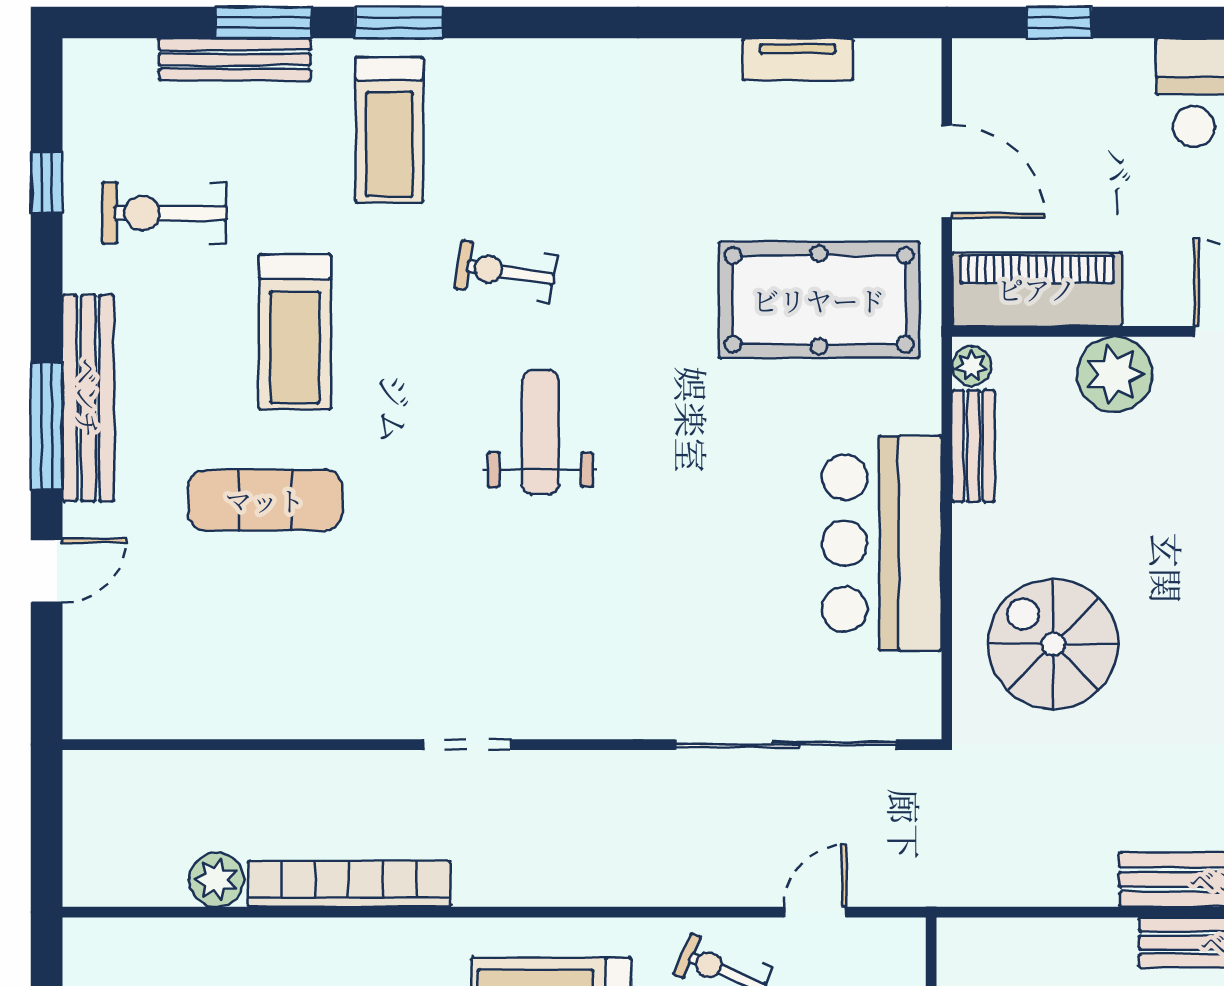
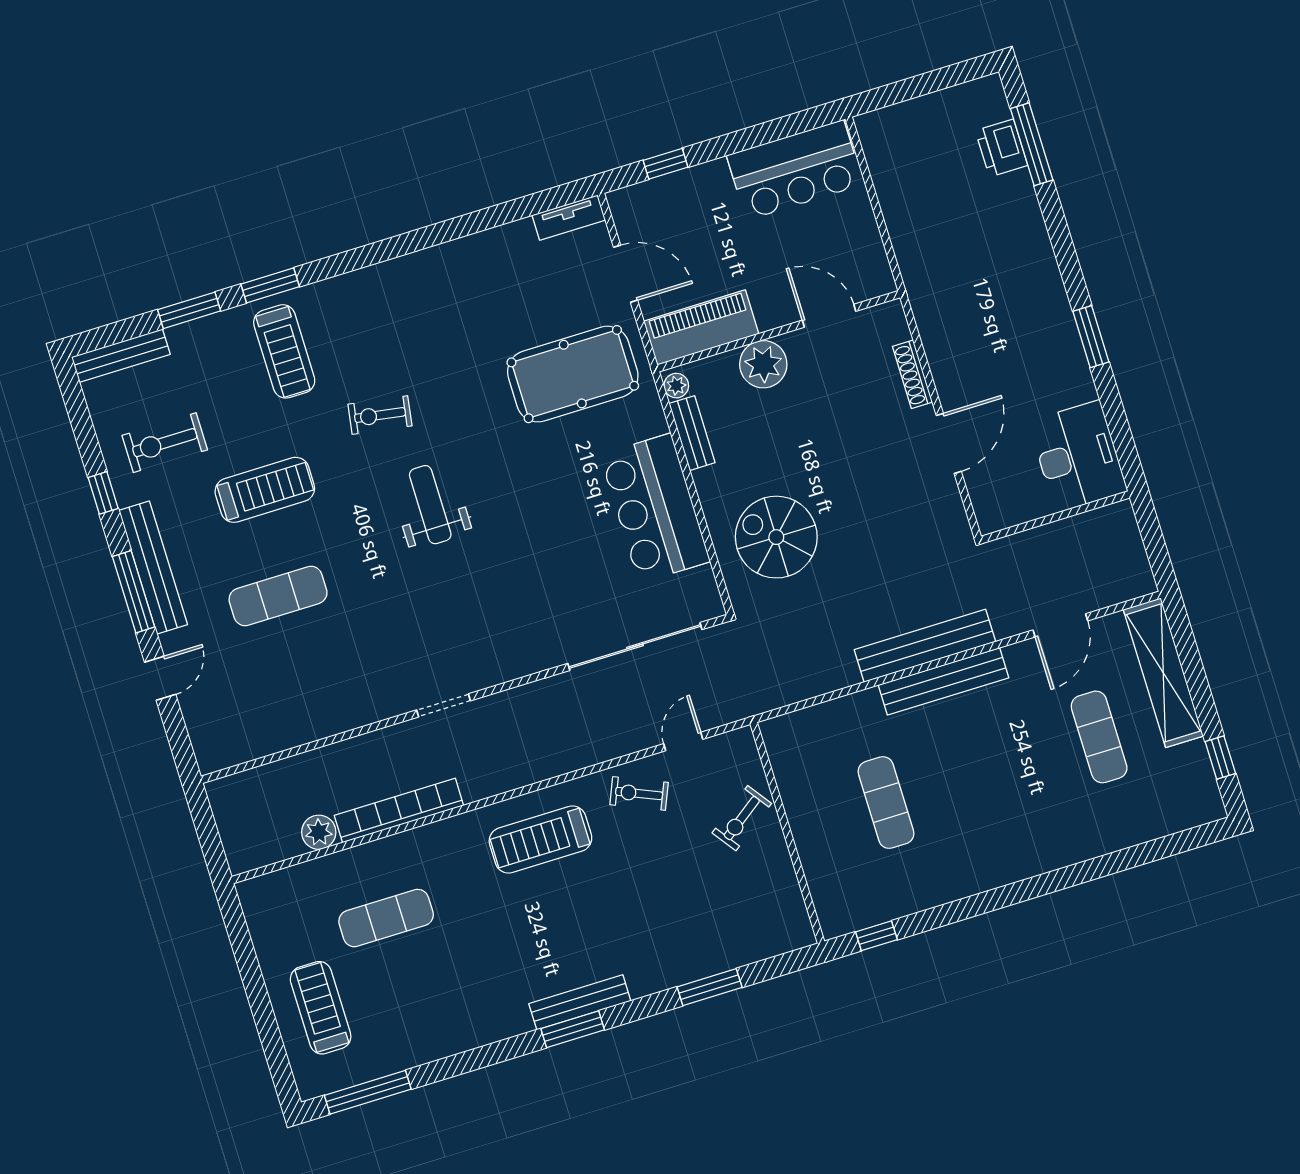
tv unit: (798, 59) -> (569, 218), moved
bench: (235, 60) -> (121, 356), moved
window: (47, 182) -> (103, 493), moved
treadmill: (295, 332) -> (265, 490), turned -90

